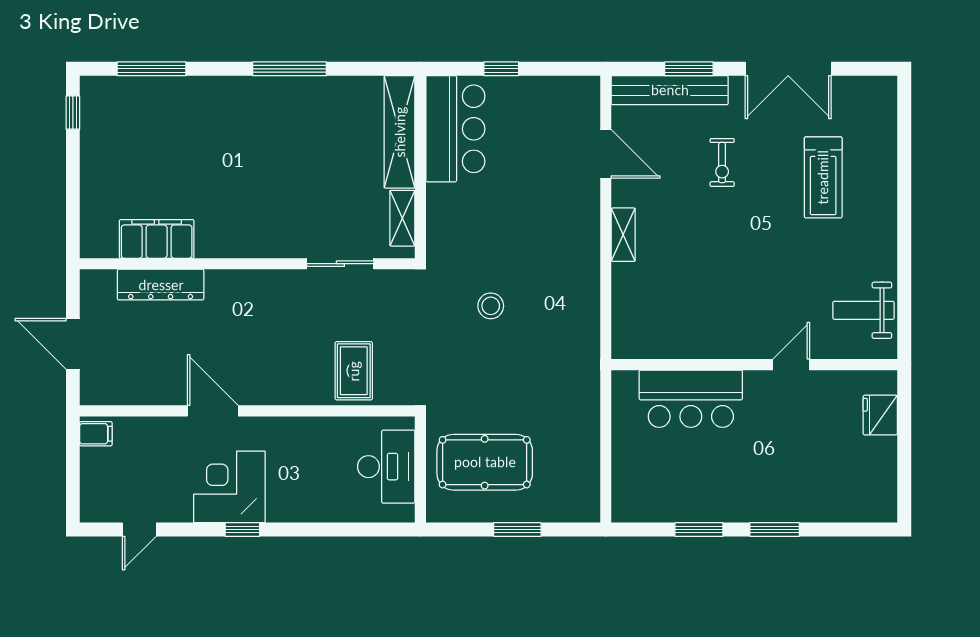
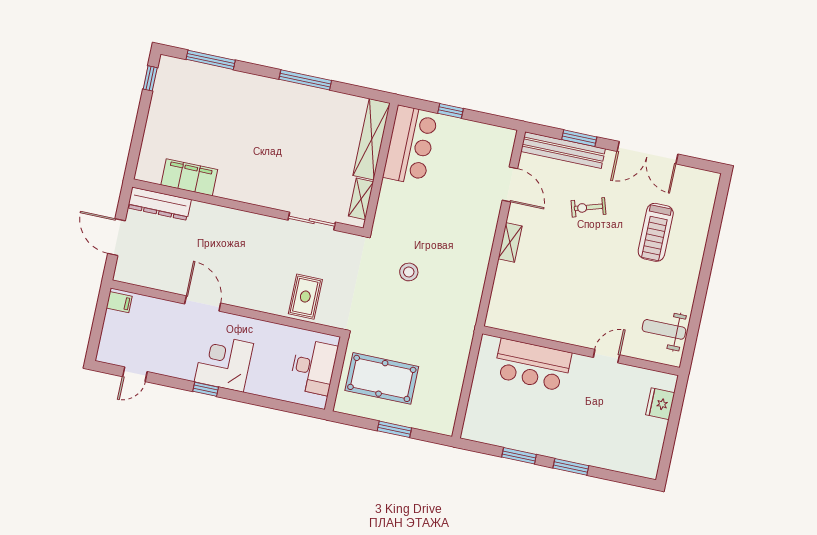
exercise bike: (722, 163) -> (588, 207), turned 73
dresser: (161, 285) -> (159, 204), moved
corner desk: (229, 487) -> (224, 363), moved

